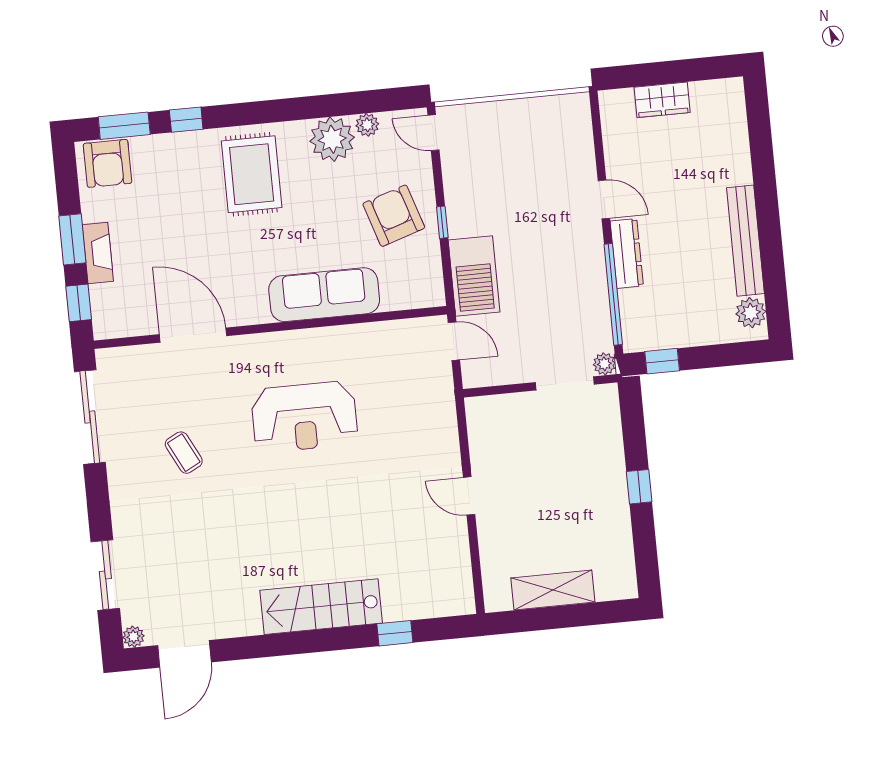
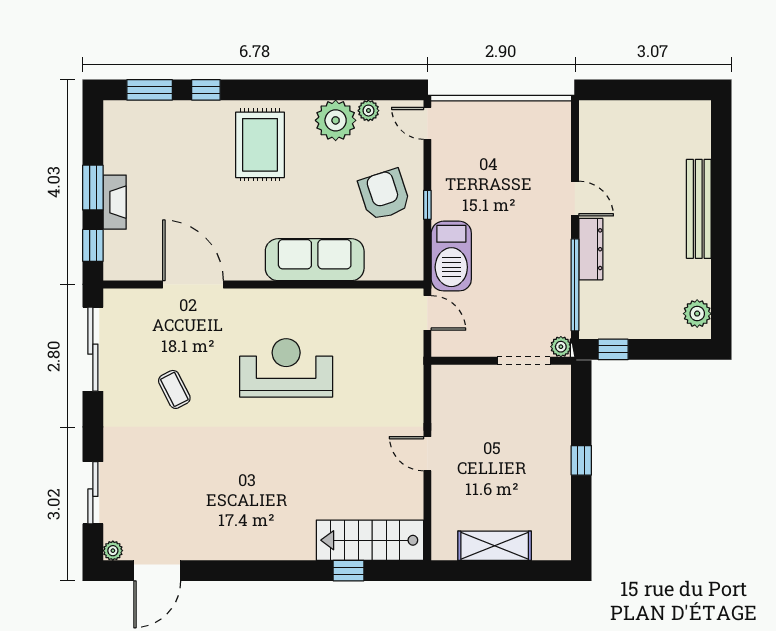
wardrobe: (662, 100) -> (636, 114), removed
armchair: (107, 163) -> (131, 122), removed
bench: (745, 241) -> (699, 209), moved
reception desk: (304, 417) -> (286, 368), turned 180
stairs: (321, 607) -> (370, 540), moved

